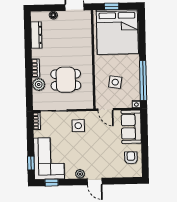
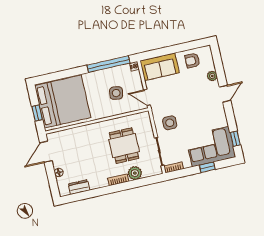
dresser: (36, 35) -> (79, 187), width x0.70
door: (106, 110) -> (147, 97), swing flipped
window: (31, 163) -> (207, 167), moved
plant: (80, 174) -> (212, 76), moved

